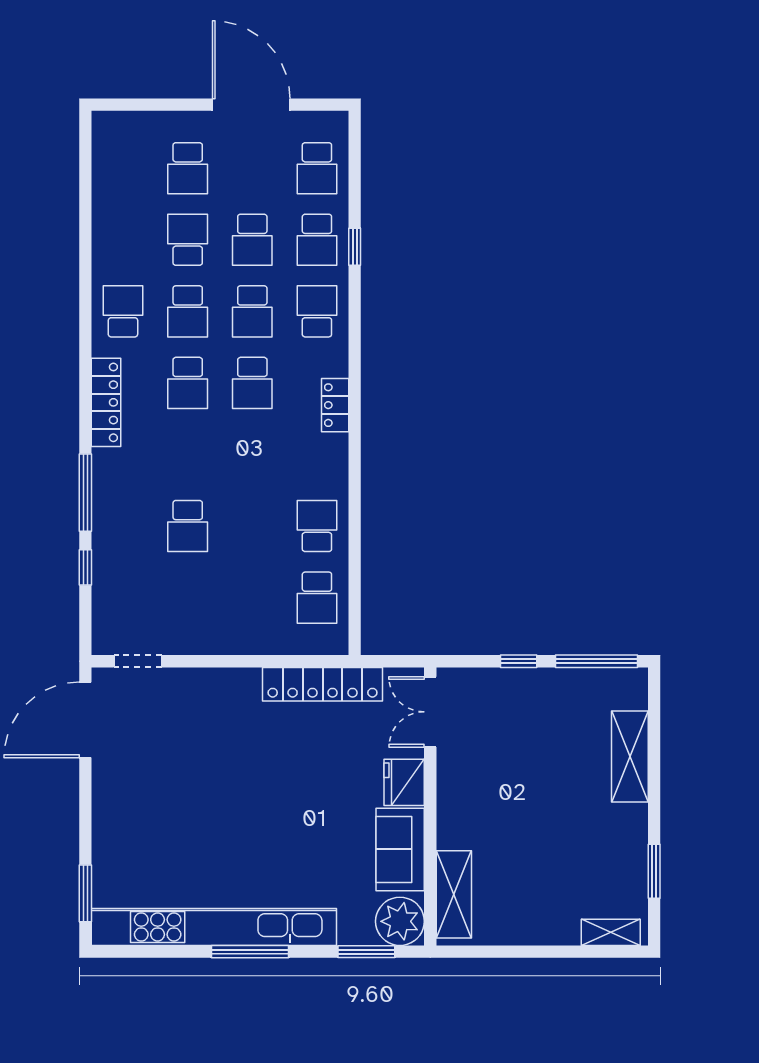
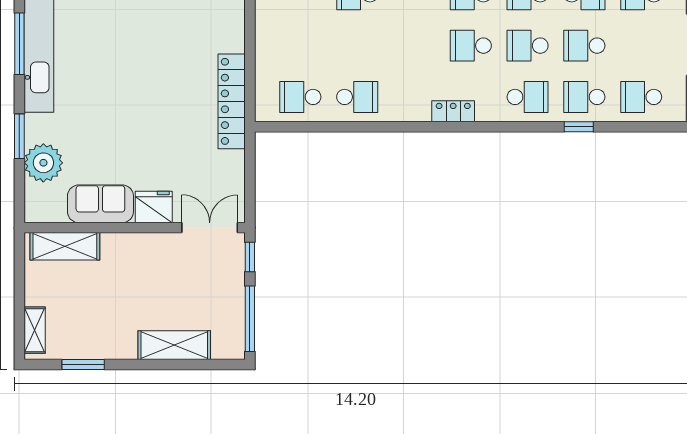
double door: (430, 712) -> (210, 228), moved
fridge: (404, 782) -> (154, 207), moved
wall: (430, 806) -> (135, 228), moved
sofa: (400, 849) -> (100, 204), moved
shelving: (454, 894) -> (65, 246), moved

